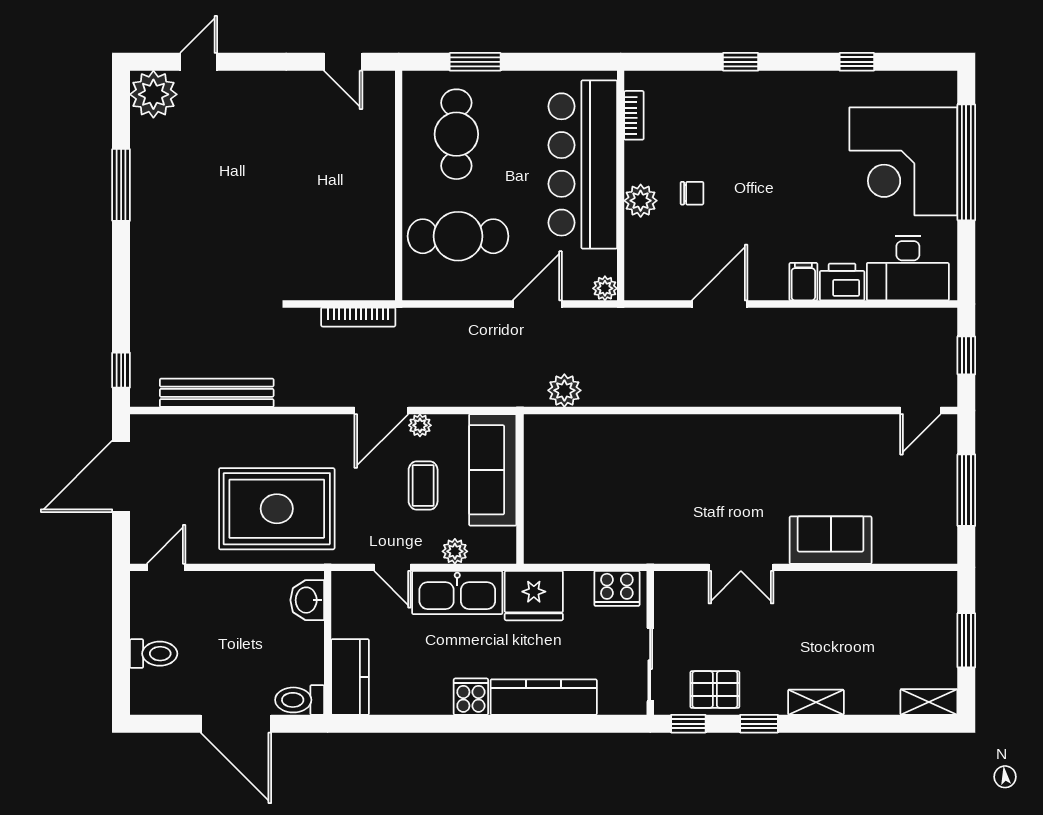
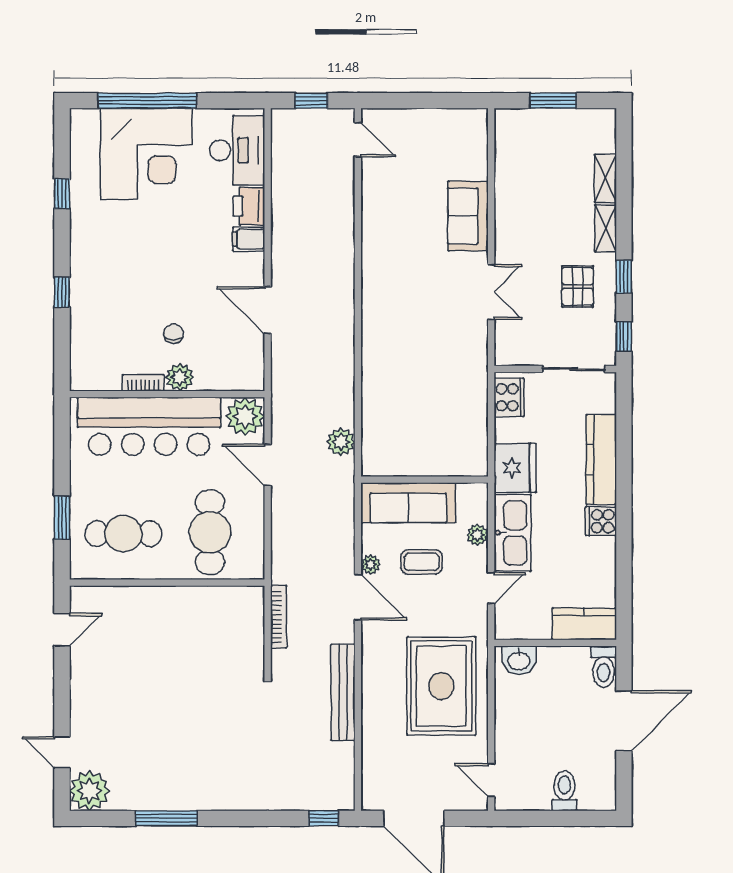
bookcase: (634, 115) -> (143, 383), moved
plant: (605, 288) -> (245, 417), width x1.87, depth x1.87
bench: (217, 393) -> (343, 692), moved
window: (966, 490) -> (426, 101), removed
pallet: (715, 690) -> (578, 287), moved
shelving: (929, 702) -> (605, 178), moved

